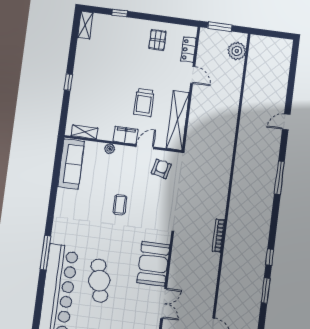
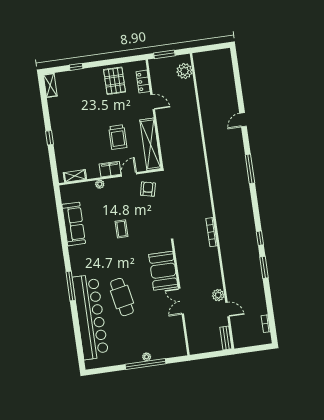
pallet: (157, 40) -> (115, 81), width x1.50, depth x1.42
sofa: (71, 164) -> (74, 224), moved
double door: (164, 303) -> (181, 301), swing flipped
plant: (207, 308) -> (218, 295), added

